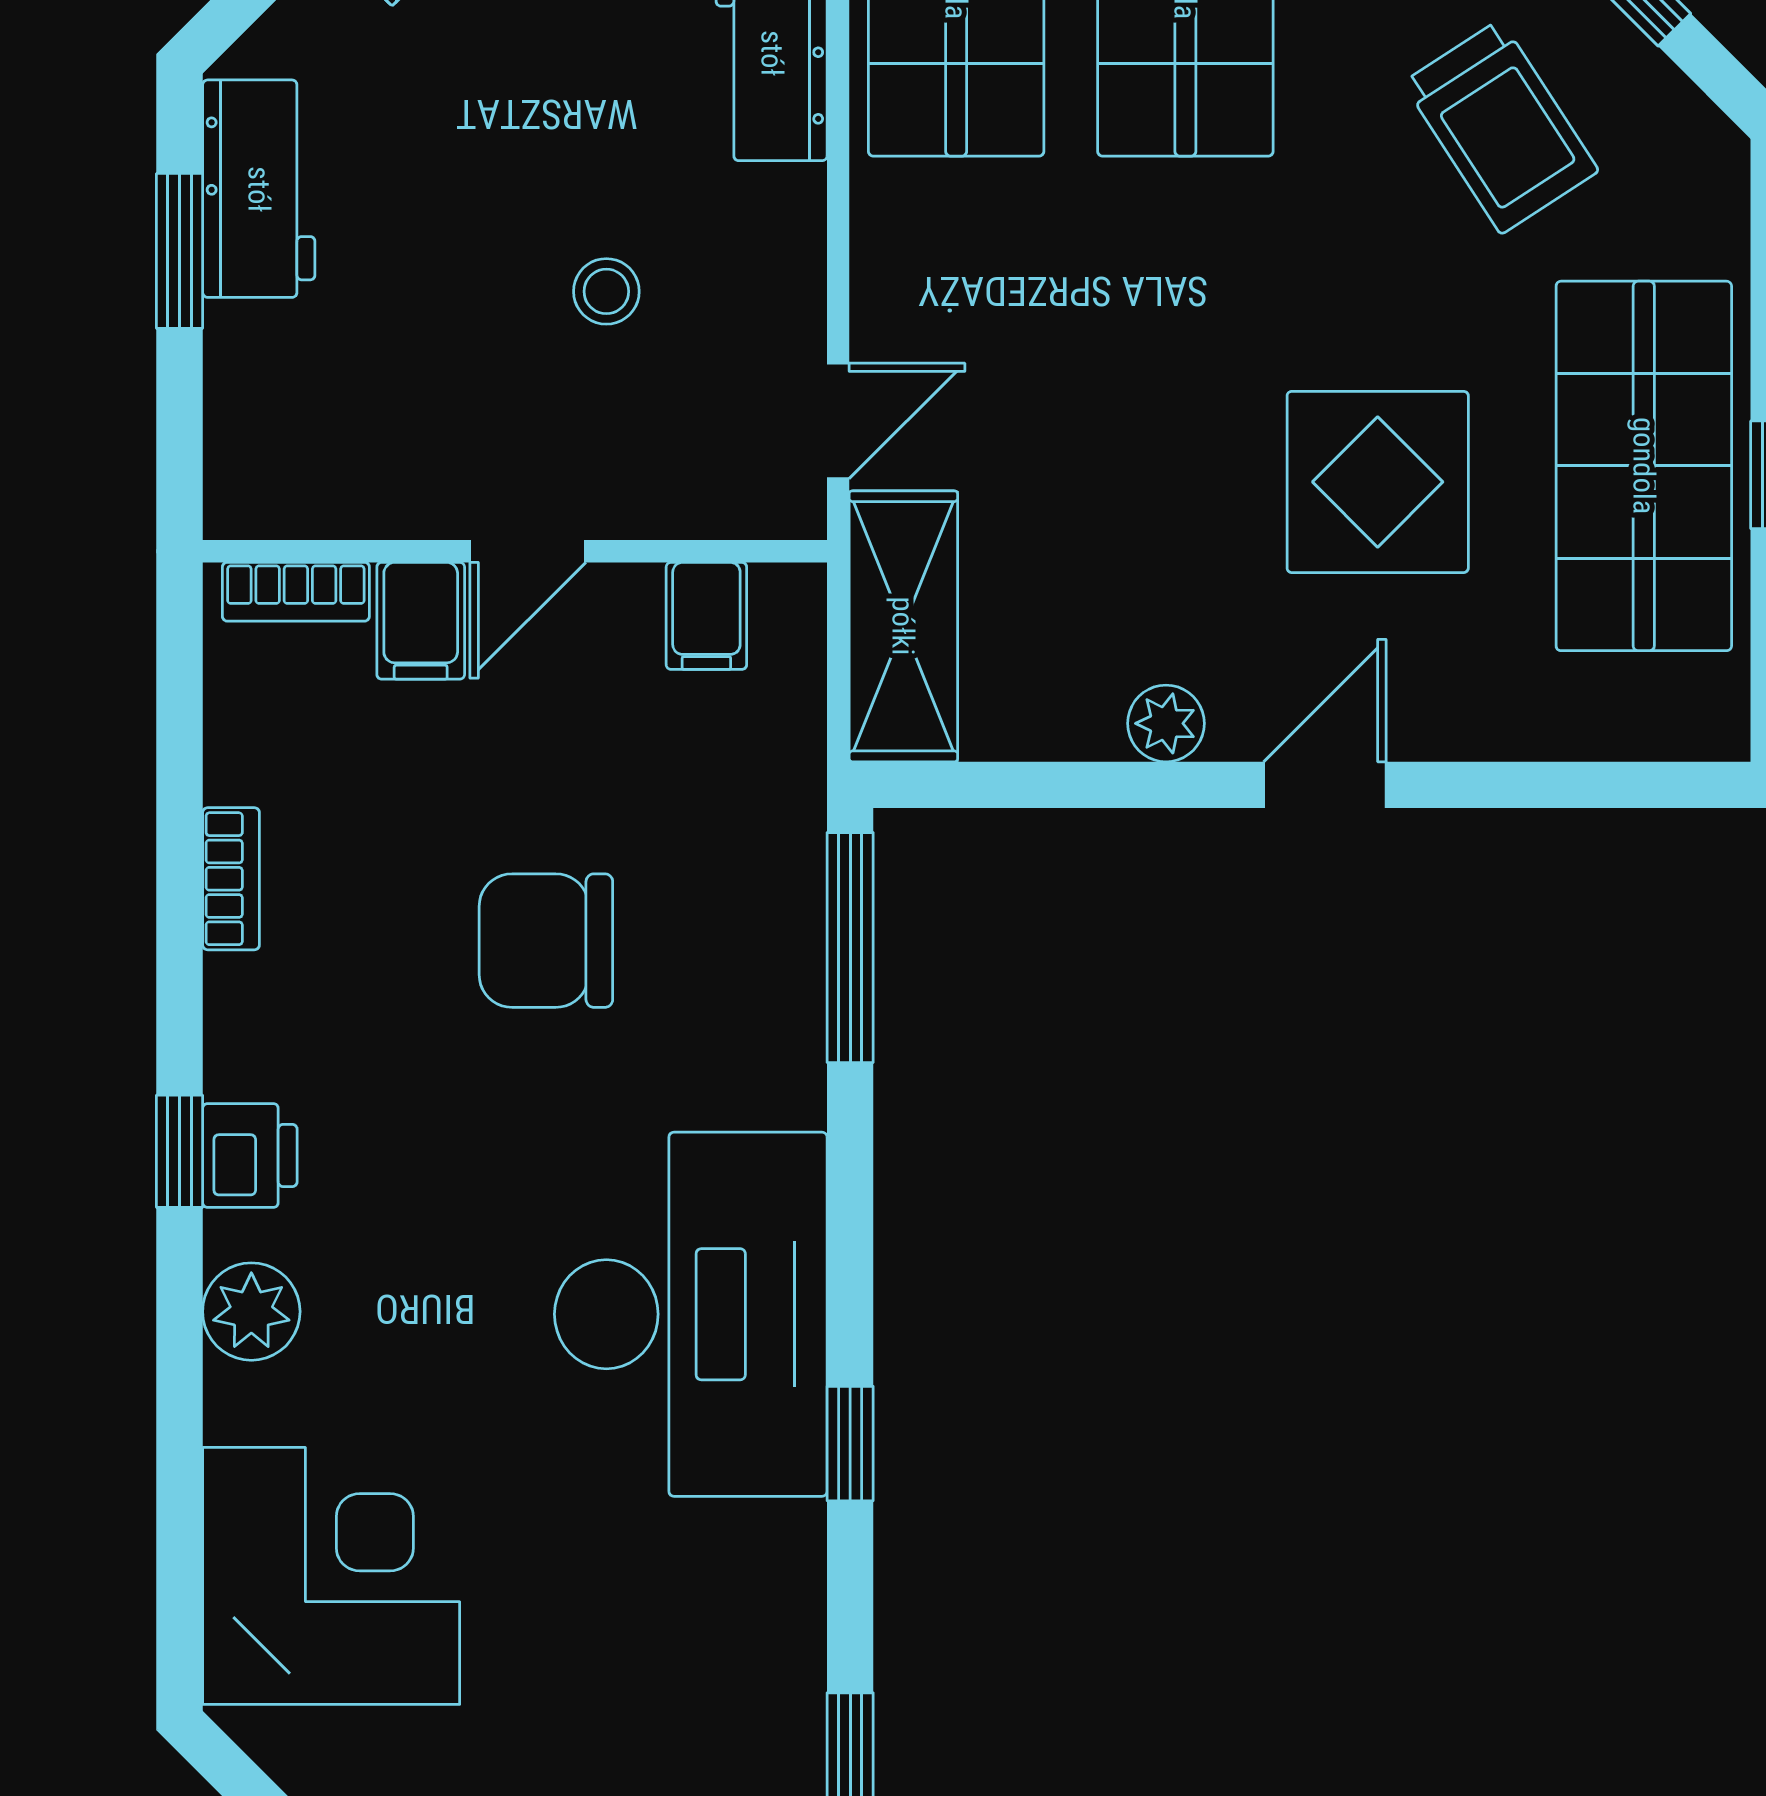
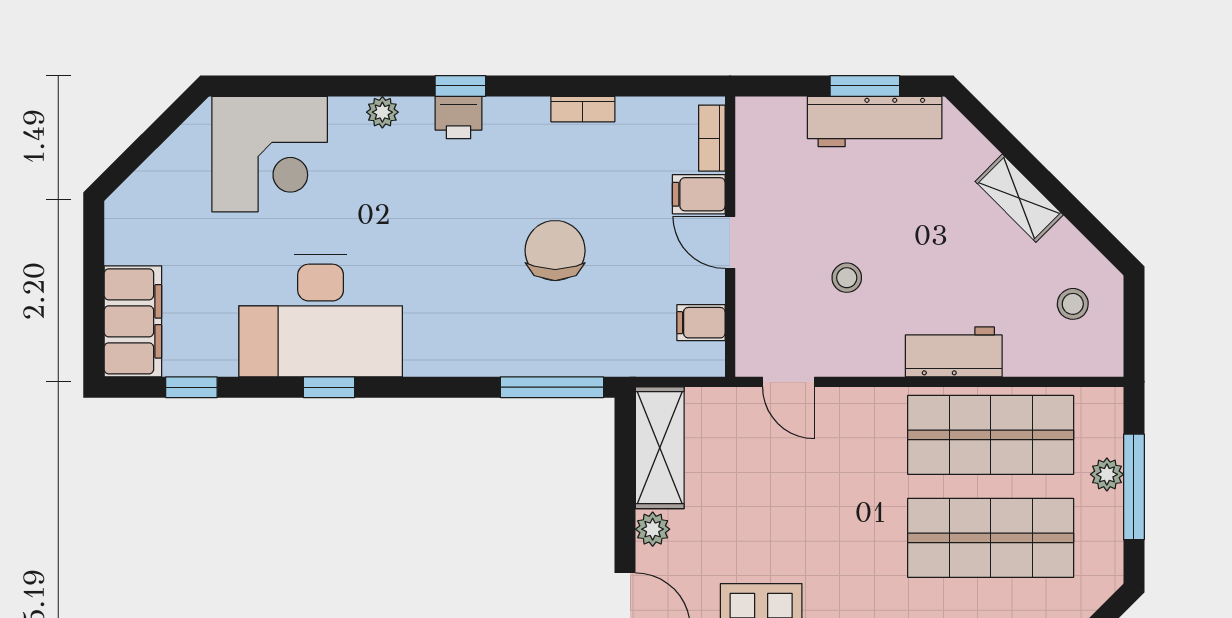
workbench: (259, 189) -> (875, 121), width x1.38
shelving: (903, 626) -> (660, 448), moved, turned 90
plant: (251, 1312) -> (382, 112), width x0.73, depth x0.73
desk: (691, 1314) -> (321, 316), moved

